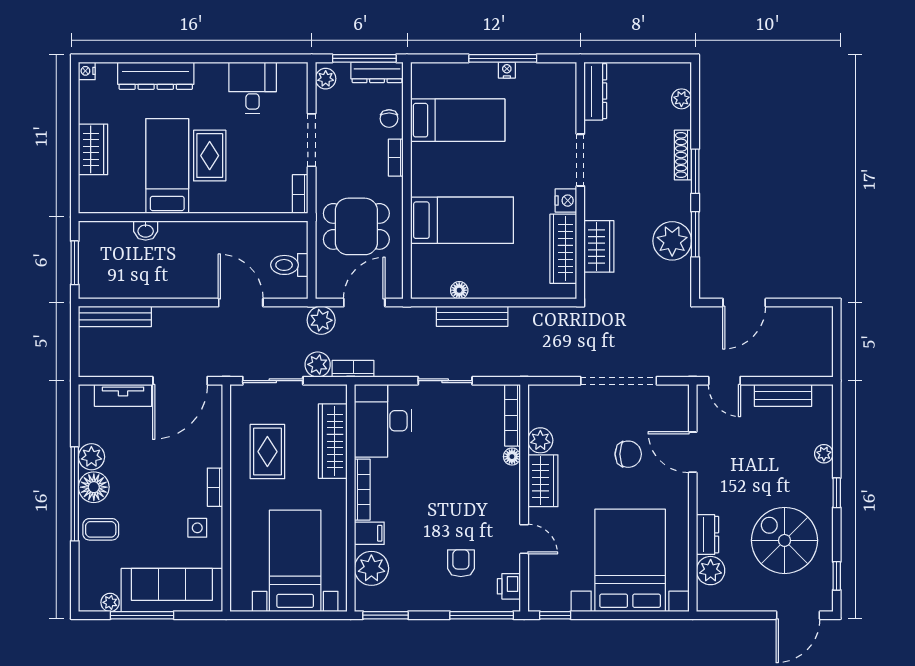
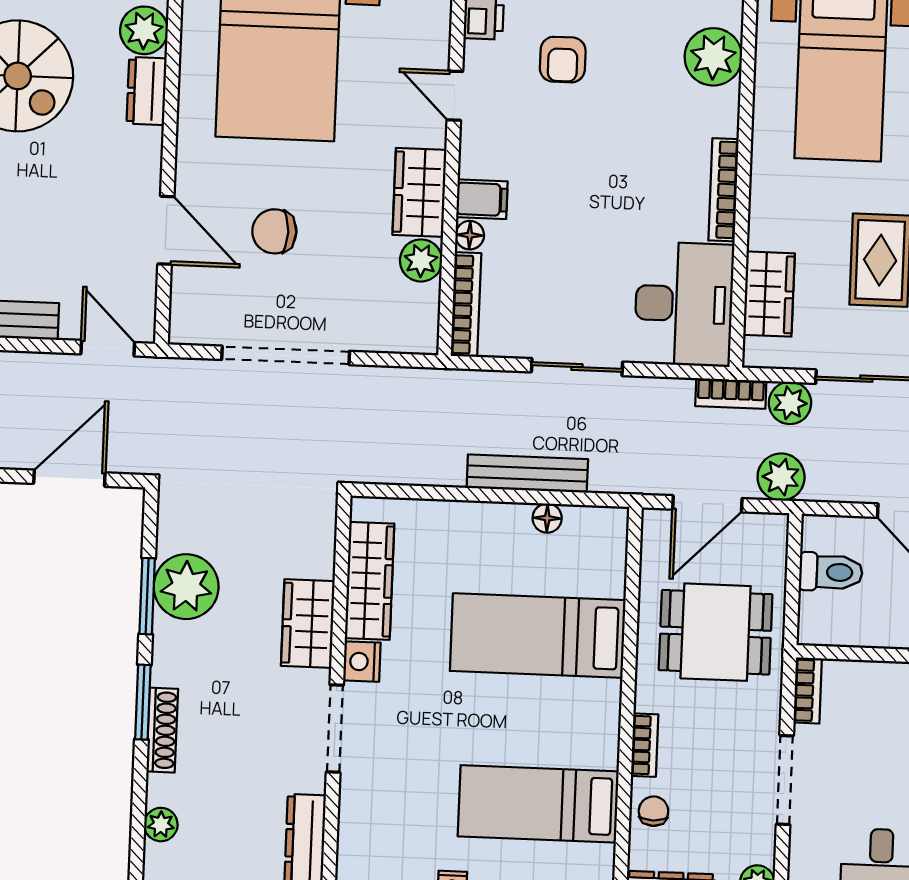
wardrobe: (599, 246) -> (308, 623), moved
wardrobe: (333, 441) -> (769, 294), width x0.67
filing cabinet: (369, 533) -> (482, 199), moved, turned 180

